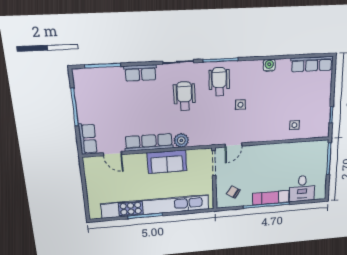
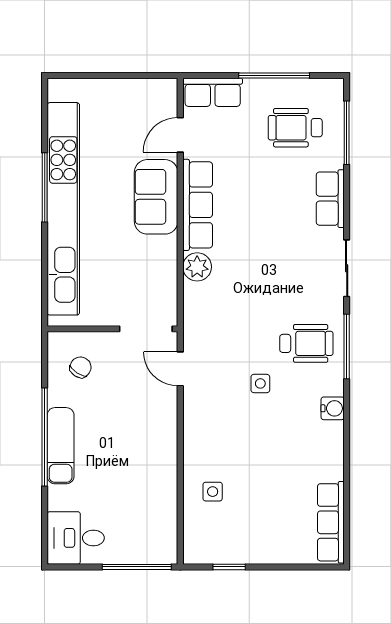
water cooler: (269, 65) -> (333, 408), moved
wheelchair: (184, 96) -> (295, 128), moved, turned 180
sofa: (167, 162) -> (156, 197), moved
desk: (302, 188) -> (76, 538), moved

